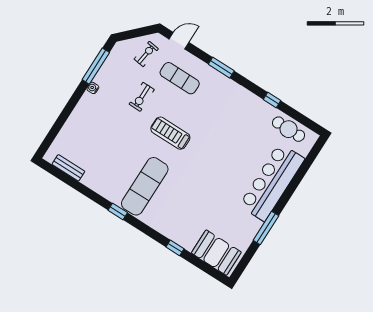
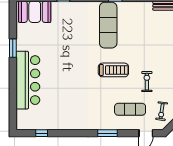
window: (272, 100) -> (42, 133), moved
cafe table: (289, 129) -> (39, 121), removed
window: (266, 228) -> (13, 48), width x0.69

